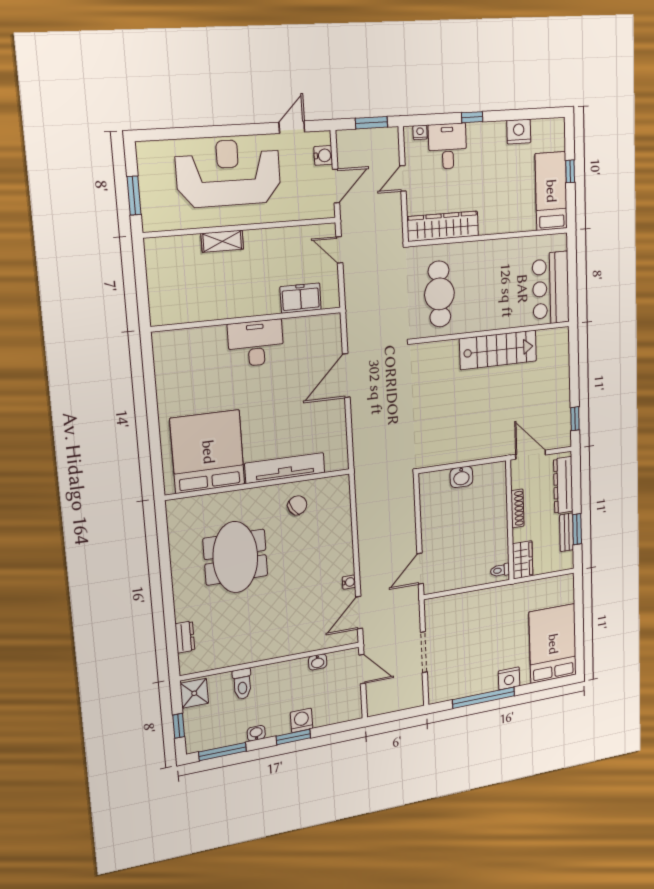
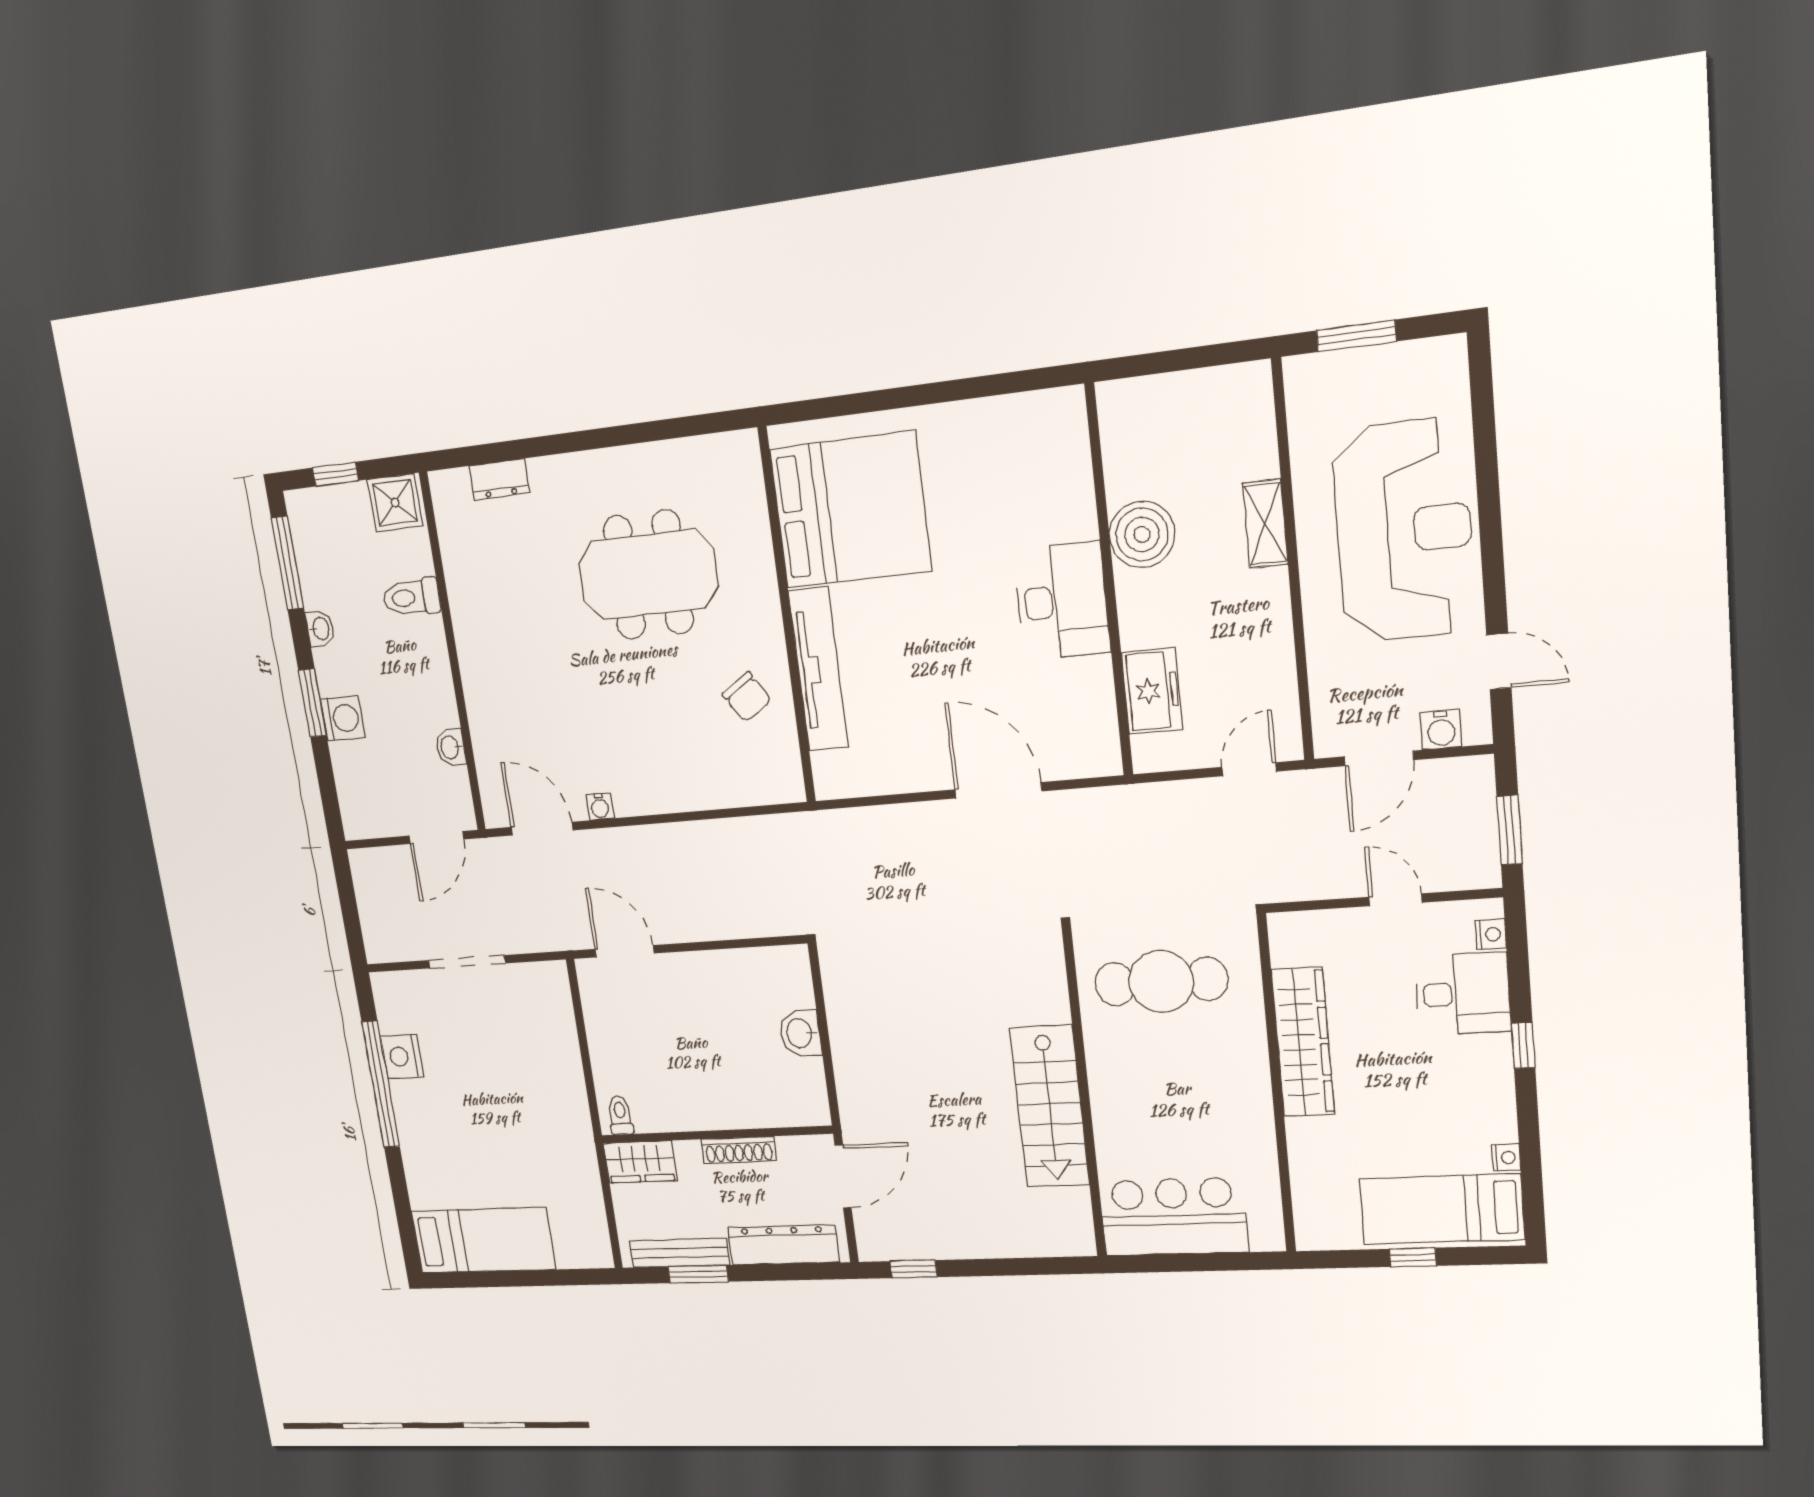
nightstand: (519, 132) -> (1506, 1158), width x0.53, depth x0.56
door: (336, 186) -> (1379, 758), hinge flipped
bed: (551, 191) -> (1442, 1209), moved, turned 180
wardrobe: (443, 226) -> (1303, 1042), moved
boiler: (225, 303) -> (1142, 534), added
bench: (567, 532) -> (679, 1253), width x1.36
bed: (553, 644) -> (483, 1240), width x0.67
nightstand: (509, 678) -> (402, 1056), moved

